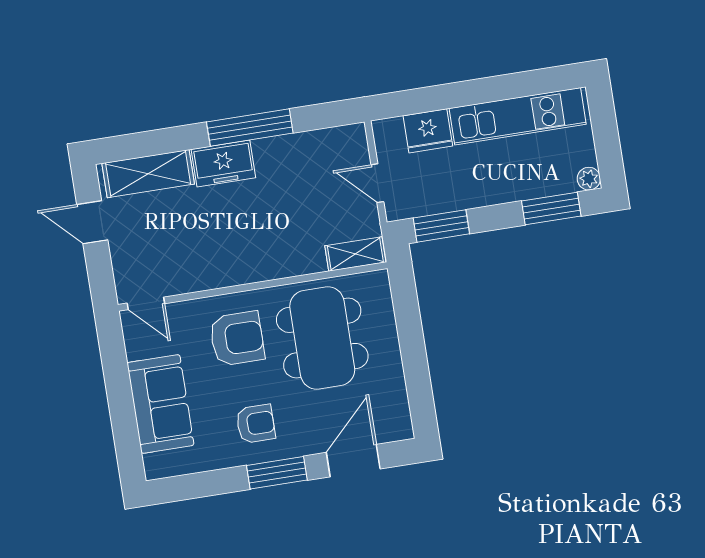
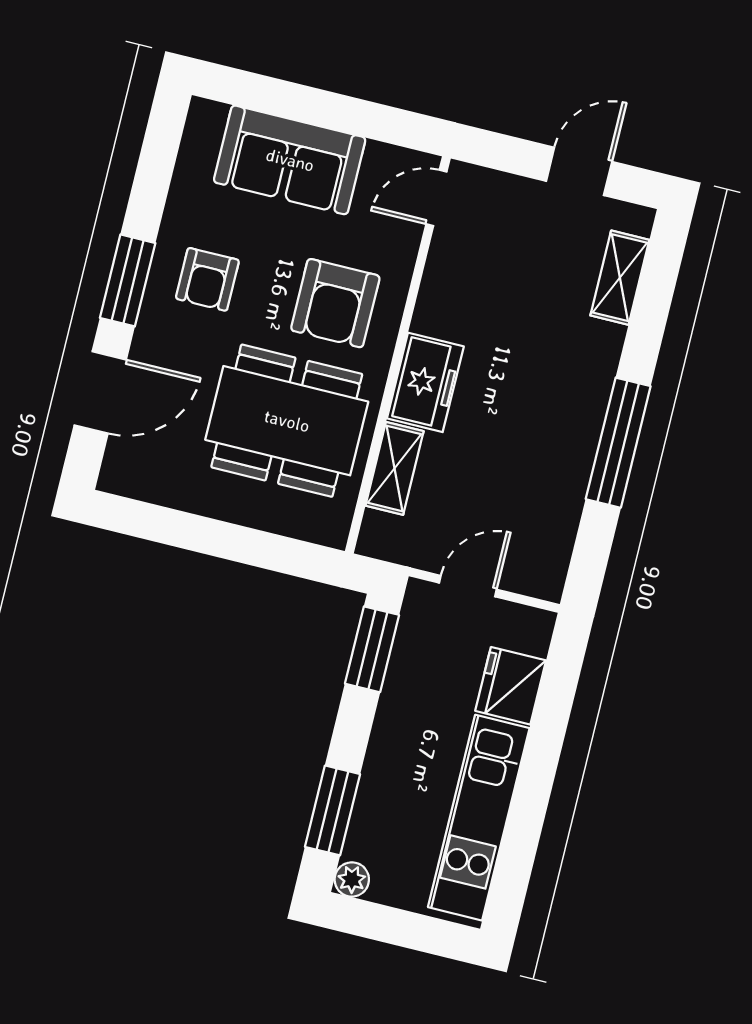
freezer: (223, 163) -> (425, 382), moved, turned 180
shelving: (148, 174) -> (620, 278), width x0.67, depth x0.75
shelving: (355, 254) -> (395, 468), moved
door: (353, 461) -> (100, 392), hinge flipped

